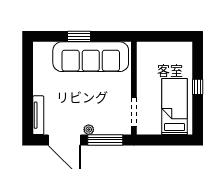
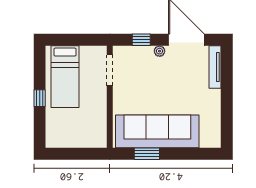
window: (79, 36) -> (147, 154), moved
window: (105, 140) -> (141, 40), width x0.46

